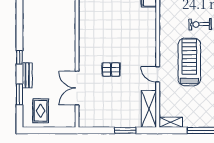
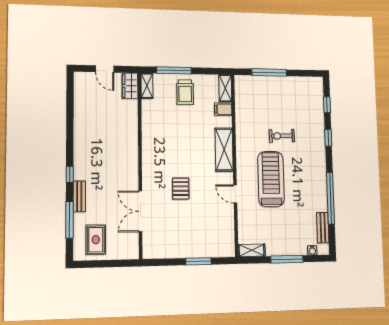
pallet: (111, 70) -> (181, 189), turned 90
window: (19, 94) -> (70, 220), width x1.44
shelving: (149, 109) -> (224, 150), moved

